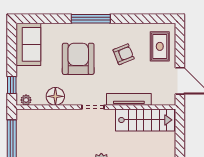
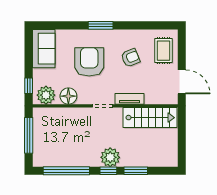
window: (91, 19) -> (101, 25), width x0.69
tv unit: (129, 99) -> (129, 99), width x0.71
plant: (26, 100) -> (46, 95), width x1.88, depth x1.88

